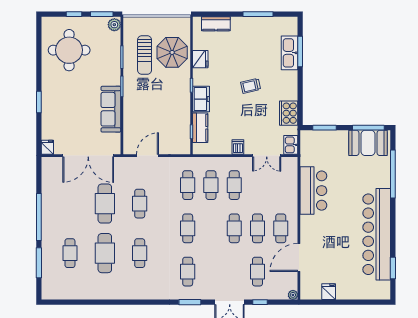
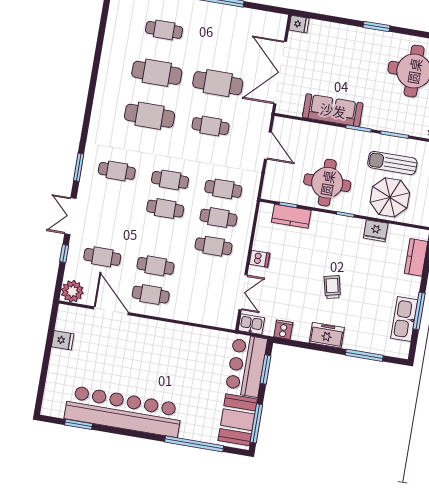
kitchen sink: (289, 53) -> (404, 319), moved, turned -90
freezer: (201, 99) -> (327, 335), moved, turned 180
window: (39, 102) -> (376, 27), moved
round table: (169, 104) -> (327, 183), added
cooker: (289, 113) -> (283, 330), width x0.53, depth x0.76
double door: (267, 156) -> (243, 292), swing flipped
bar counter: (313, 191) -> (246, 365), moved, turned 90
cafe table: (234, 228) -> (165, 209), moved
cafe table: (140, 253) -> (150, 116), width x1.37, depth x1.35
plant: (293, 295) -> (72, 291), width x1.87, depth x1.87

